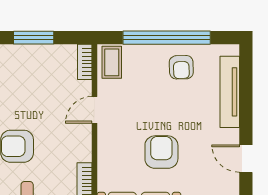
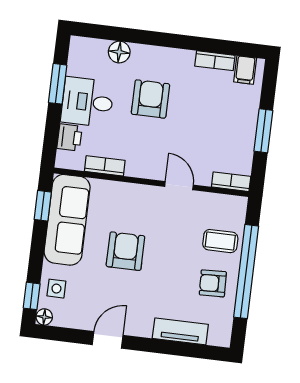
coffee table: (112, 62) -> (220, 241), moved
tv unit: (230, 92) -> (180, 331), width x0.71
armchair: (161, 152) -> (125, 251), turned -90

